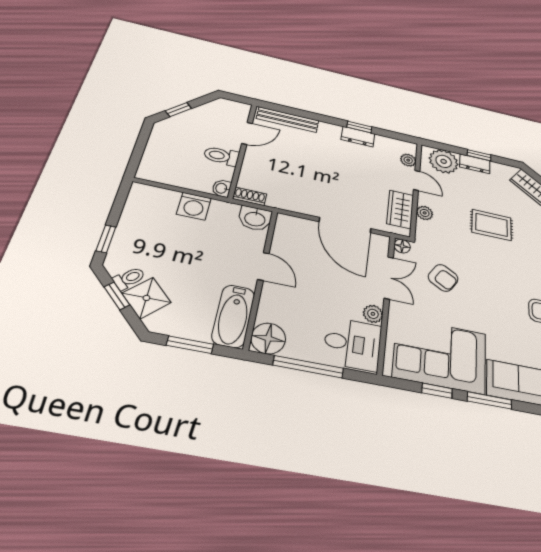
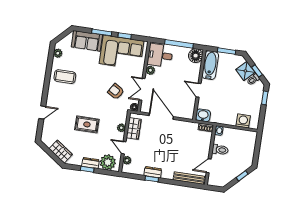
washing machine: (194, 206) -> (243, 121), moved

